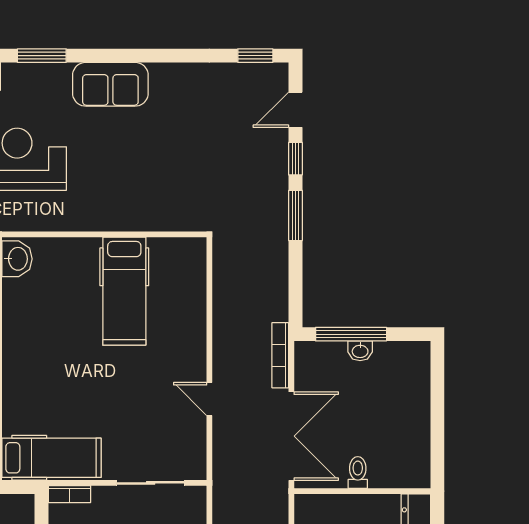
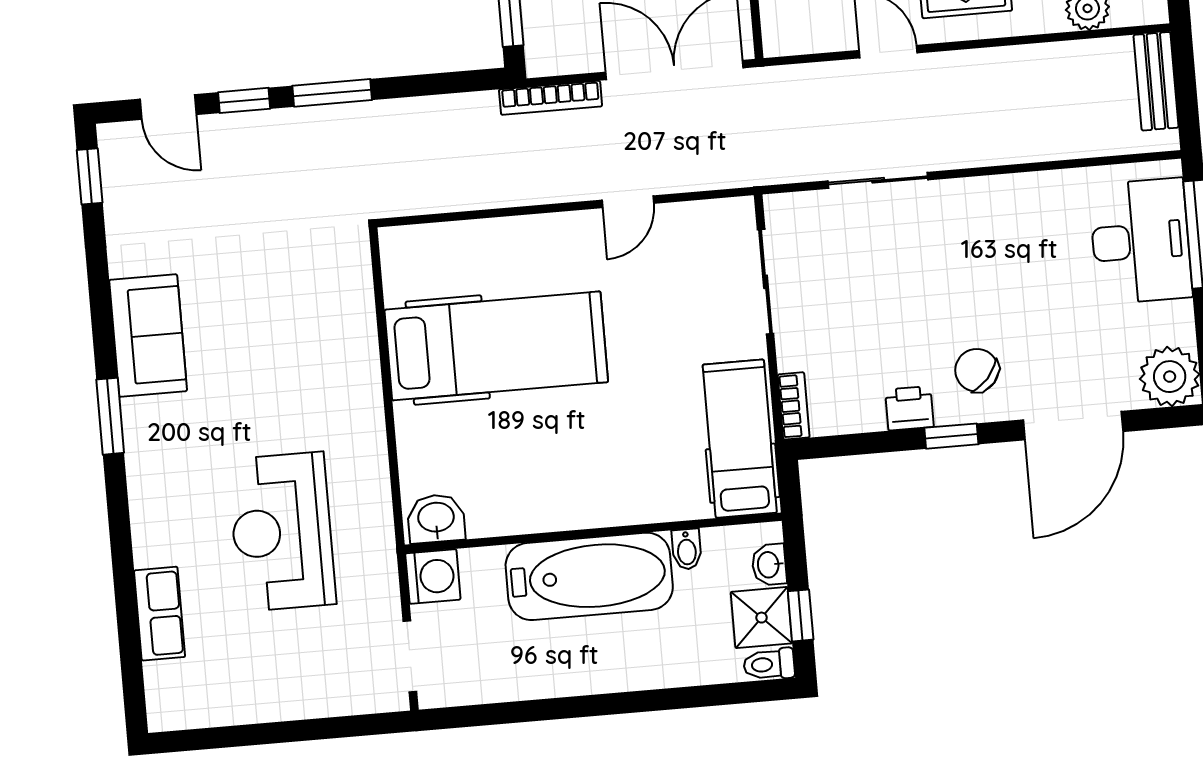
window: (42, 56) -> (110, 416), moved
sofa: (110, 84) -> (148, 336), moved
hospital bed: (124, 291) -> (496, 346), width x1.37, depth x1.29

